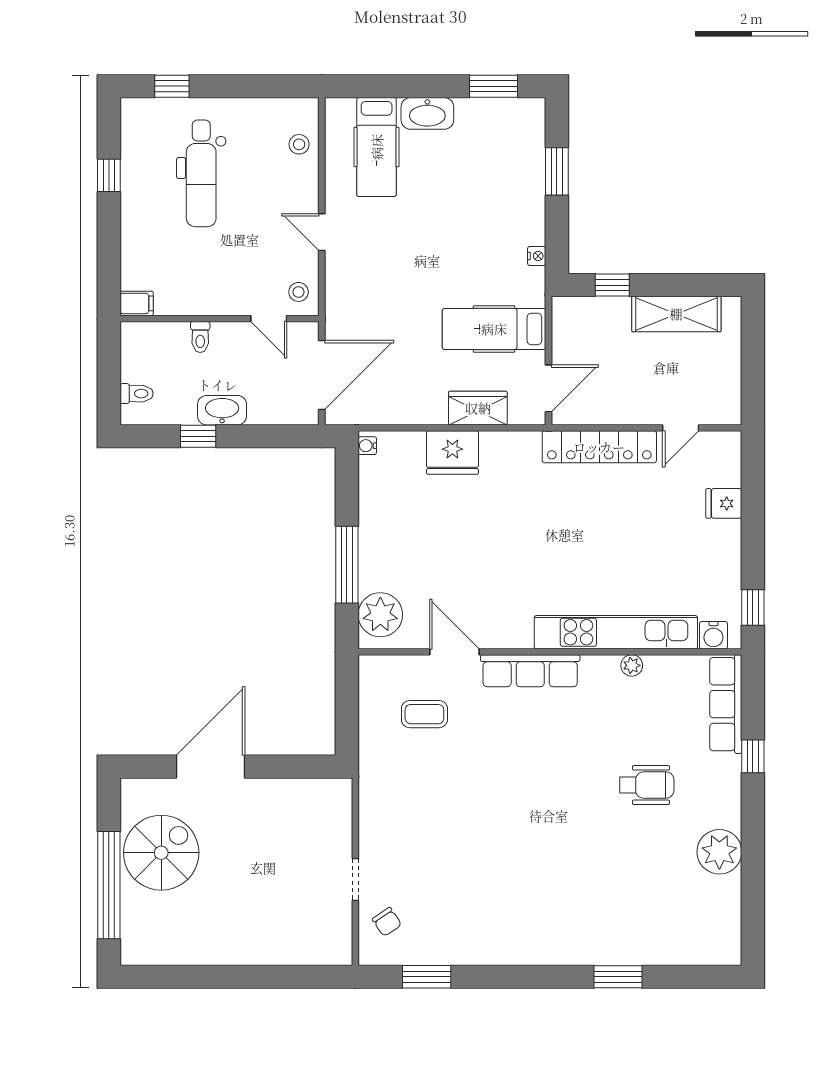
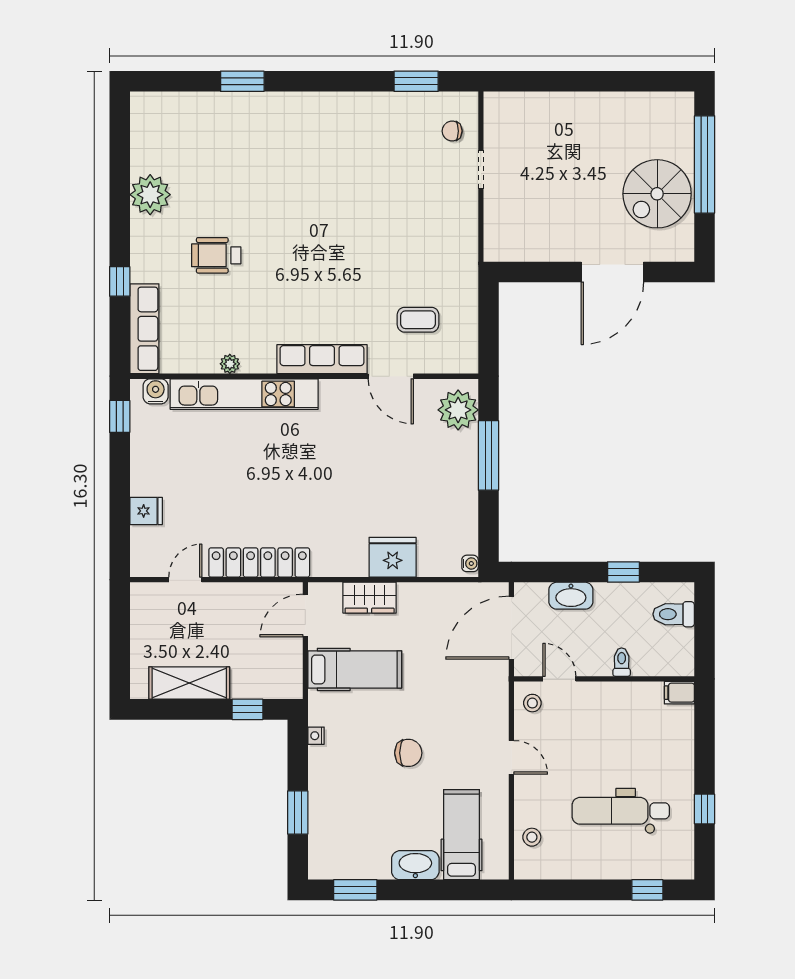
dental chair: (201, 173) -> (621, 811), turned -90
chair: (435, 237) -> (408, 753), added
toilet: (137, 394) -> (674, 614), width x1.37, depth x1.39
washbasin: (222, 410) -> (571, 596), moved
chair: (387, 922) -> (452, 131), turned -56

